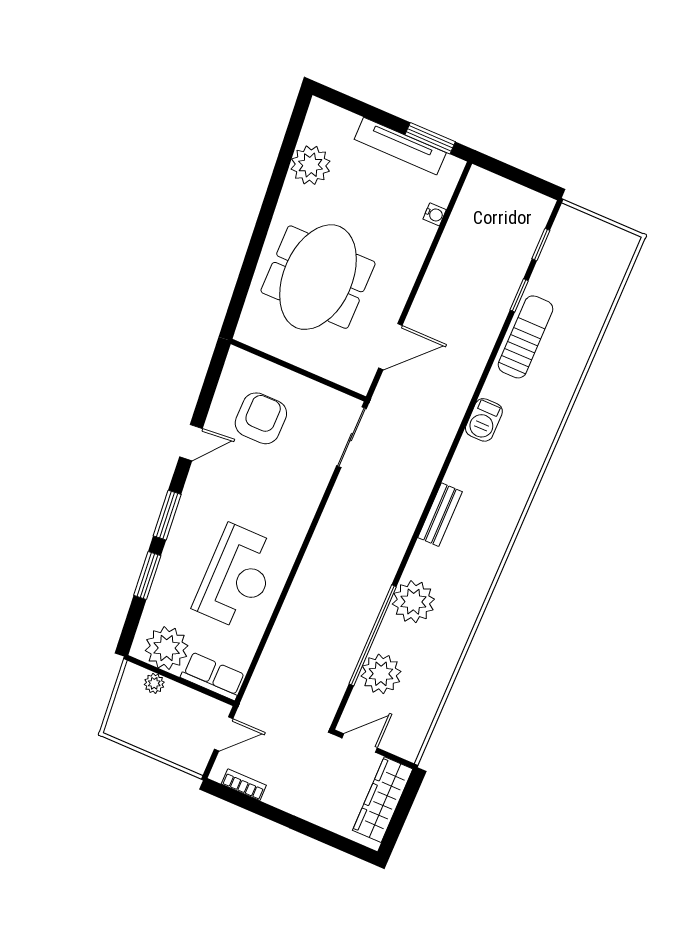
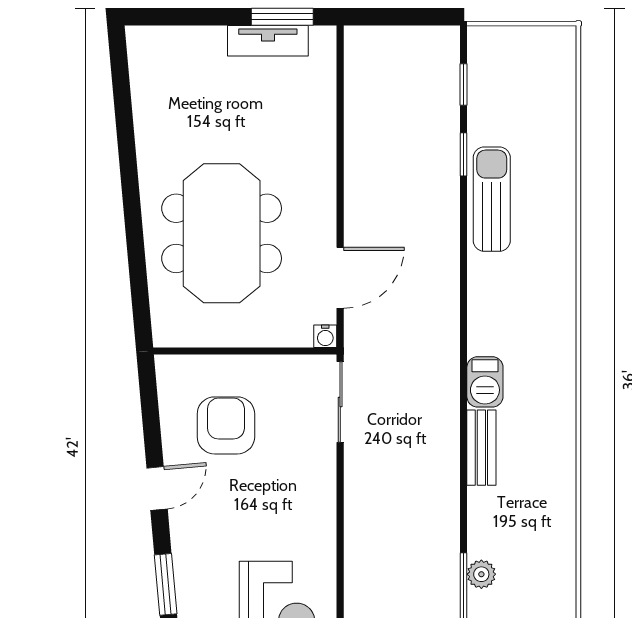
tv unit: (400, 146) -> (268, 41), width x0.71
plant: (310, 165) -> (157, 107), removed
water cooler: (435, 214) -> (325, 336), moved, turned 90
barbecue: (484, 420) -> (485, 382), moved
plant: (413, 602) -> (481, 574), width x0.53, depth x0.53

